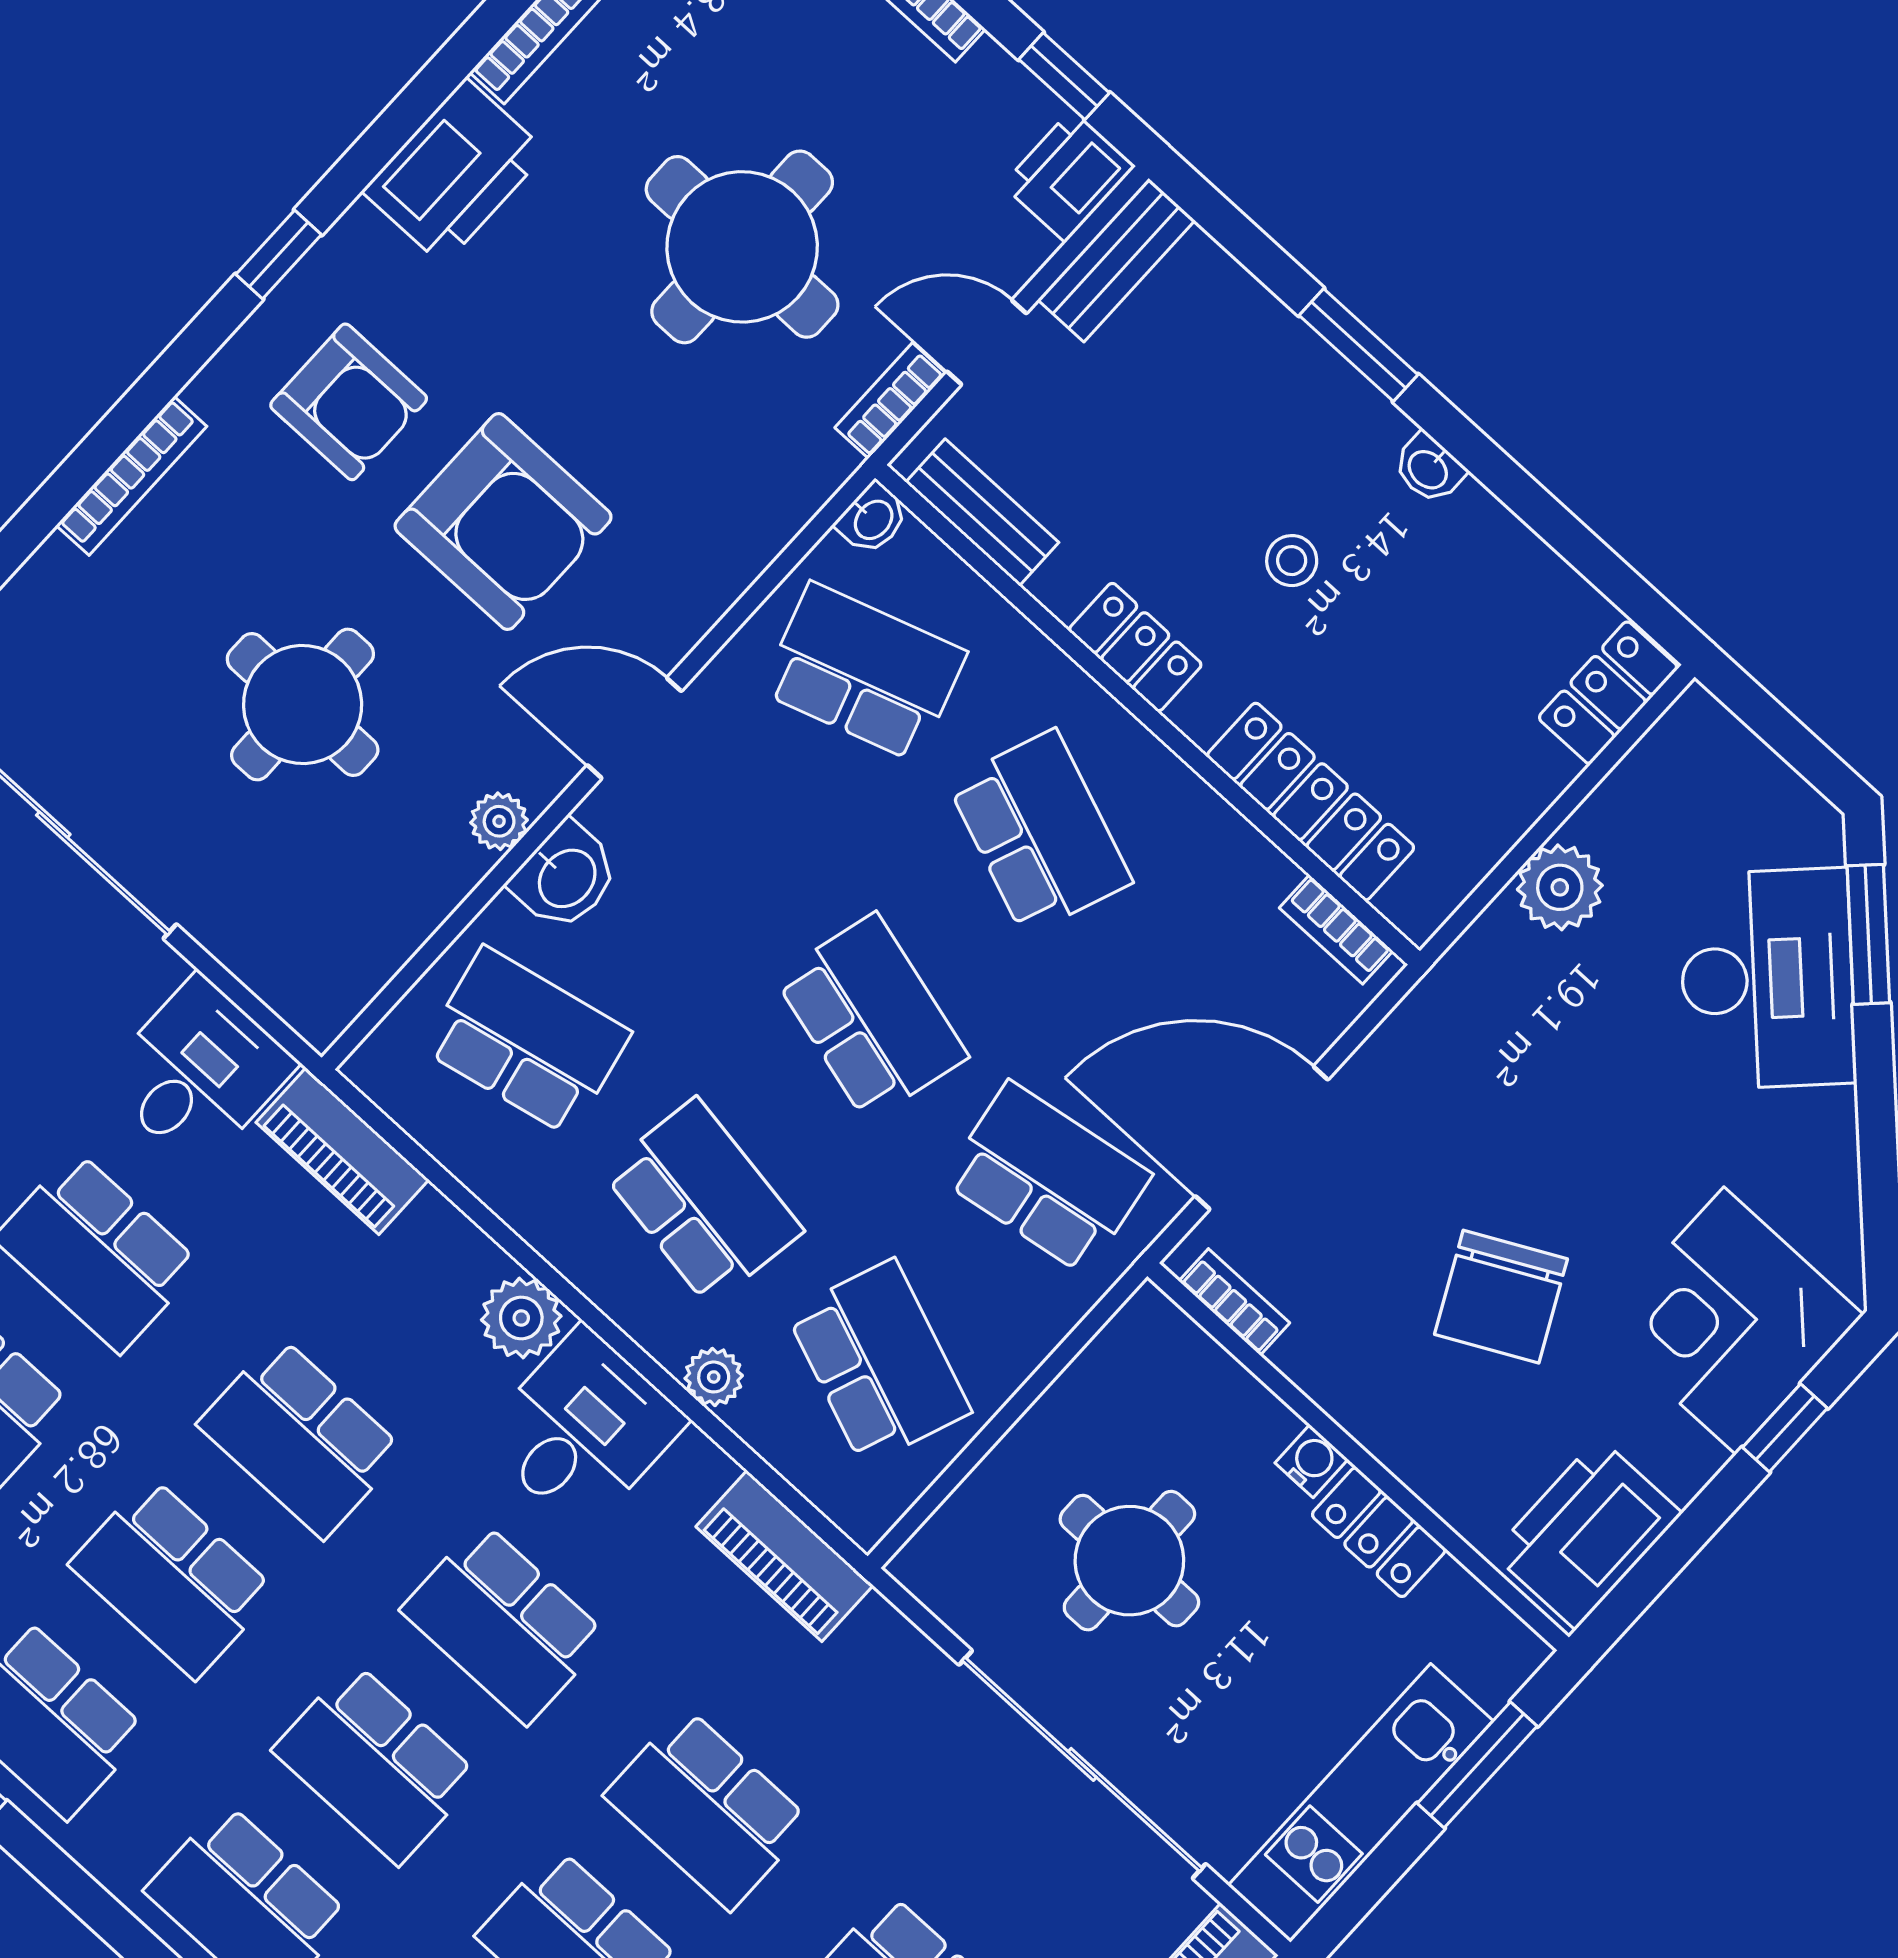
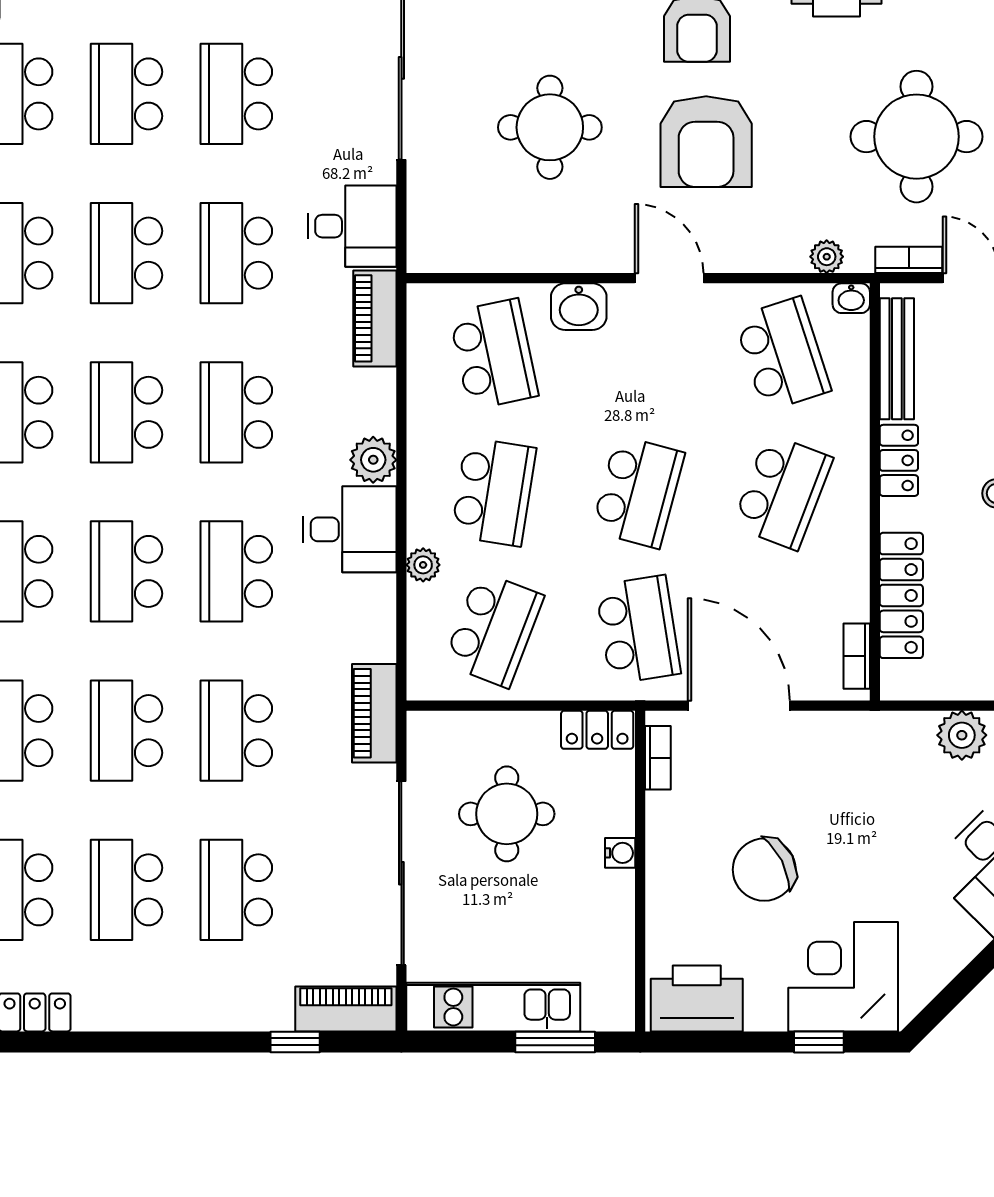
bench: (982, 512) -> (897, 359), width x1.36
plant: (499, 821) -> (827, 257), moved
locker: (1379, 1532) -> (597, 730), moved, turned -90
piano: (784, 1556) -> (374, 713), moved

